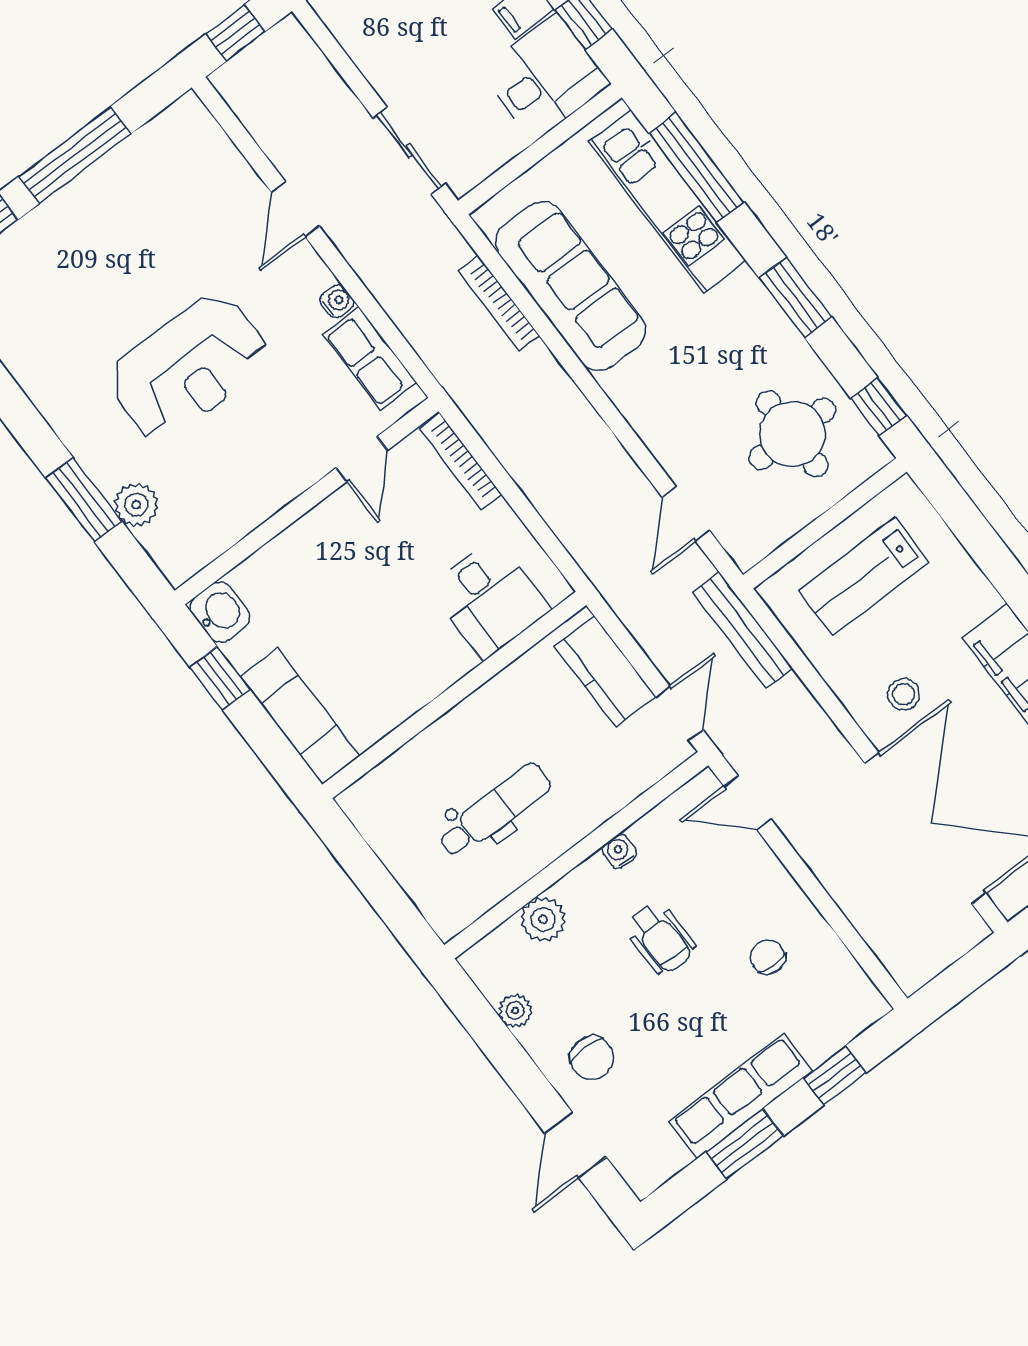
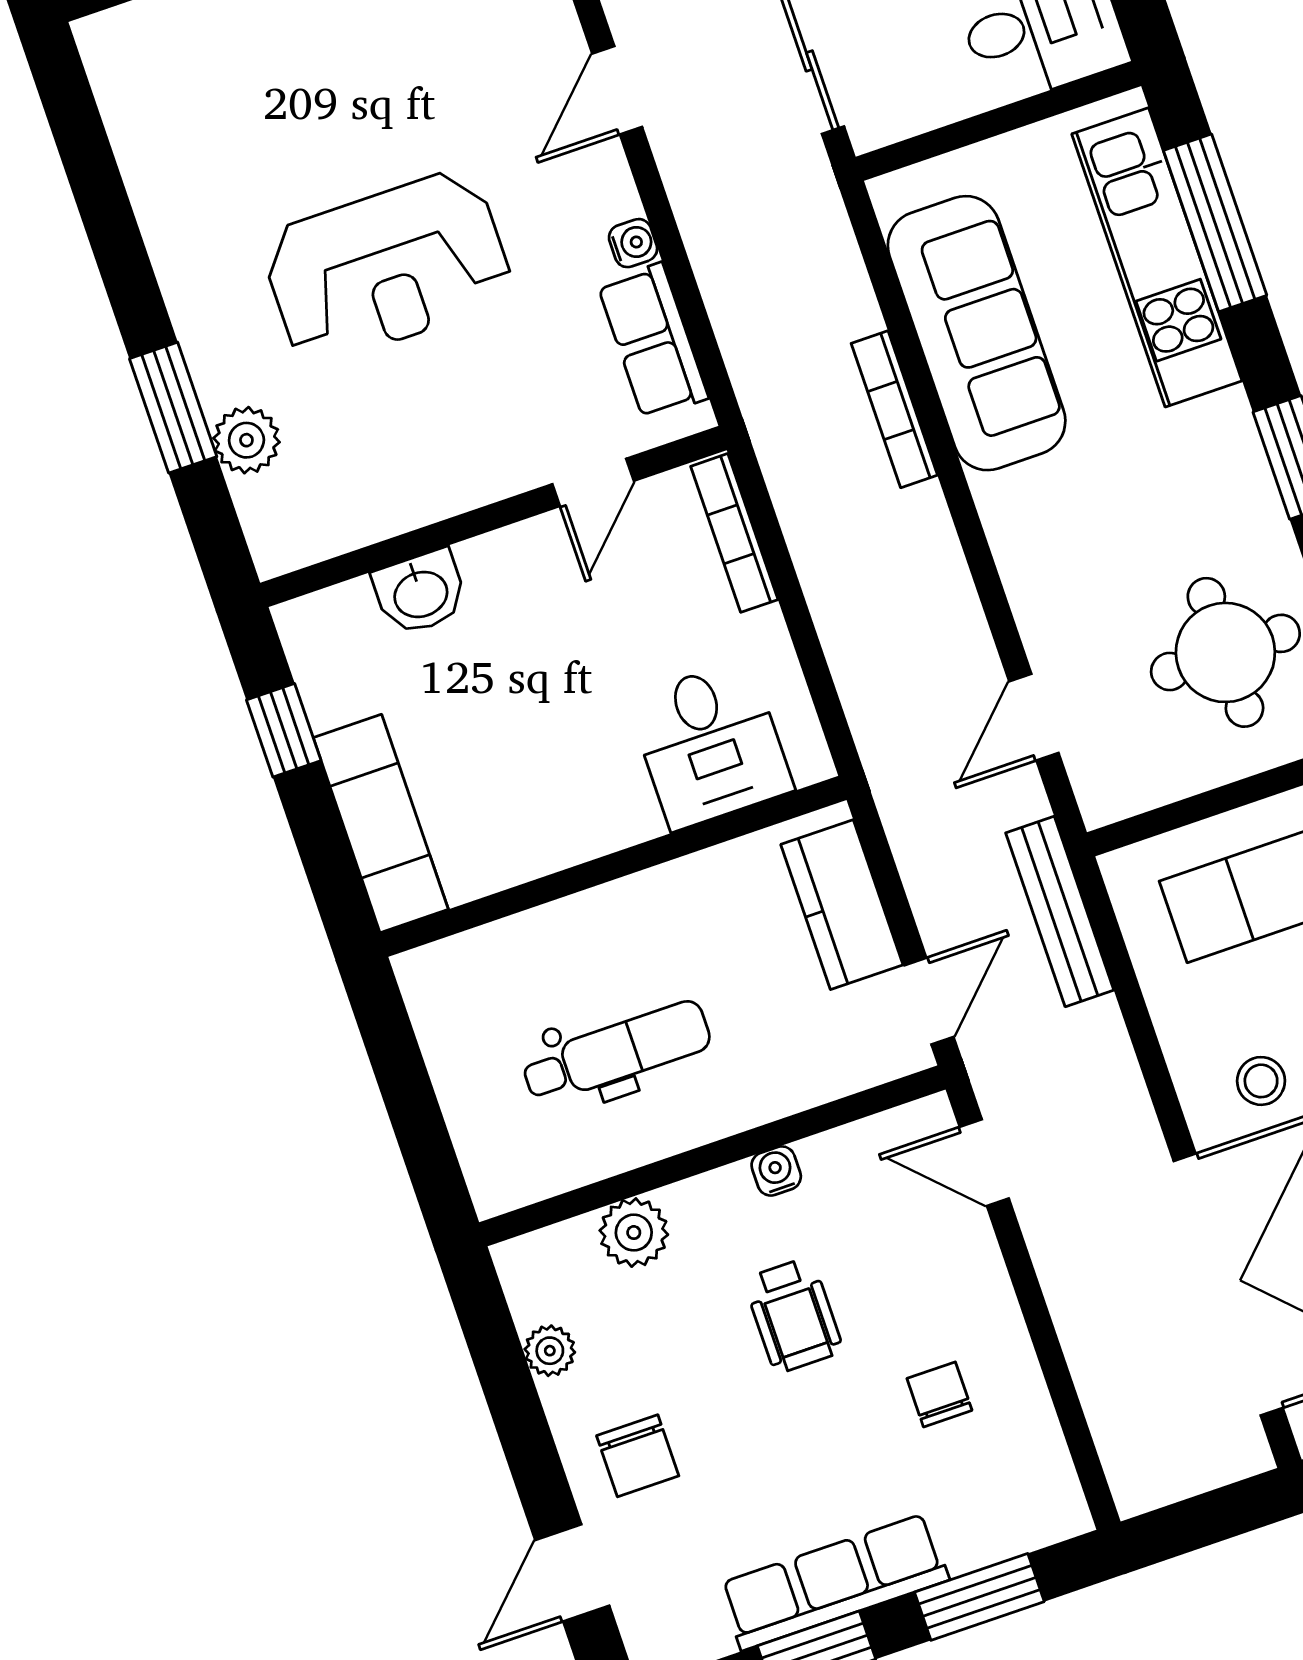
bookcase: (499, 304) -> (894, 409), moved
washbasin: (220, 612) -> (420, 592), moved, turned 90
window: (835, 1075) -> (979, 1597), width x1.50

